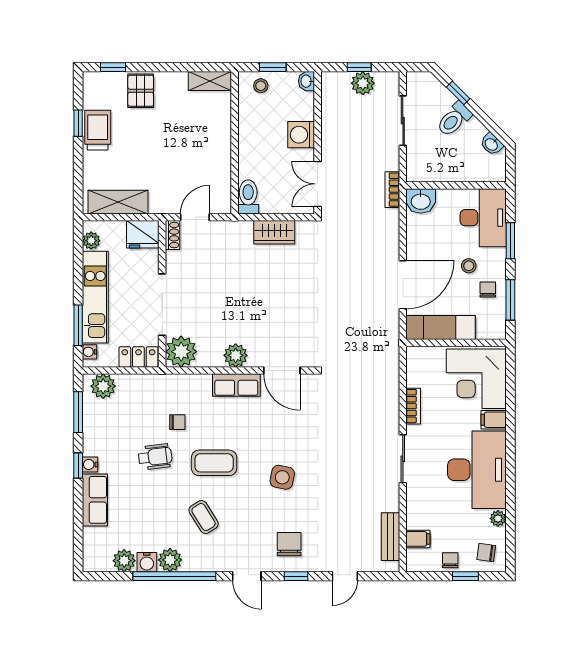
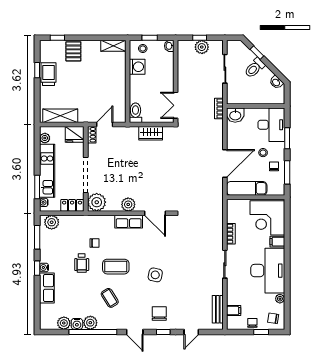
washing machine: (301, 135) -> (137, 67), moved, turned 180
wheelchair: (155, 457) -> (82, 263), turned 97

